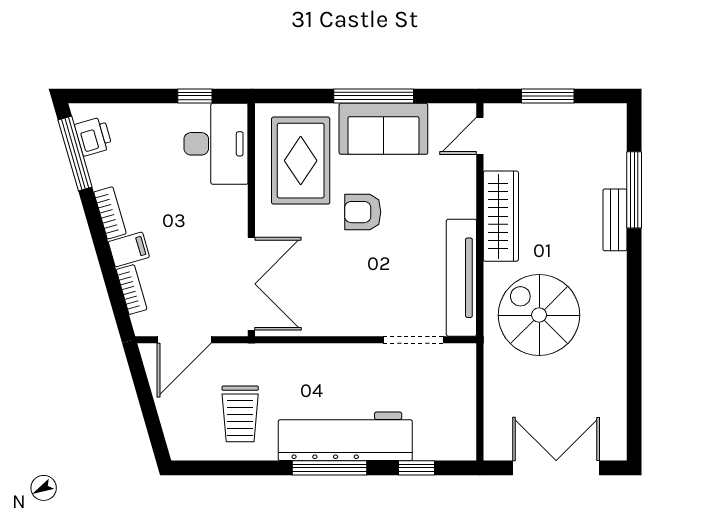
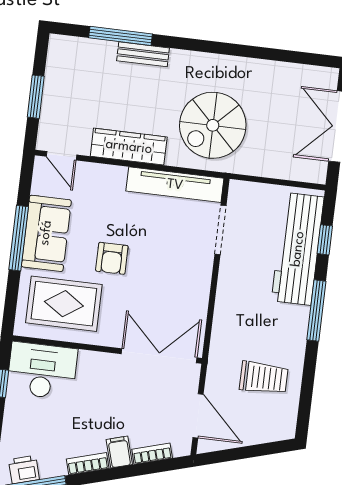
workbench: (345, 436) -> (298, 249), moved

